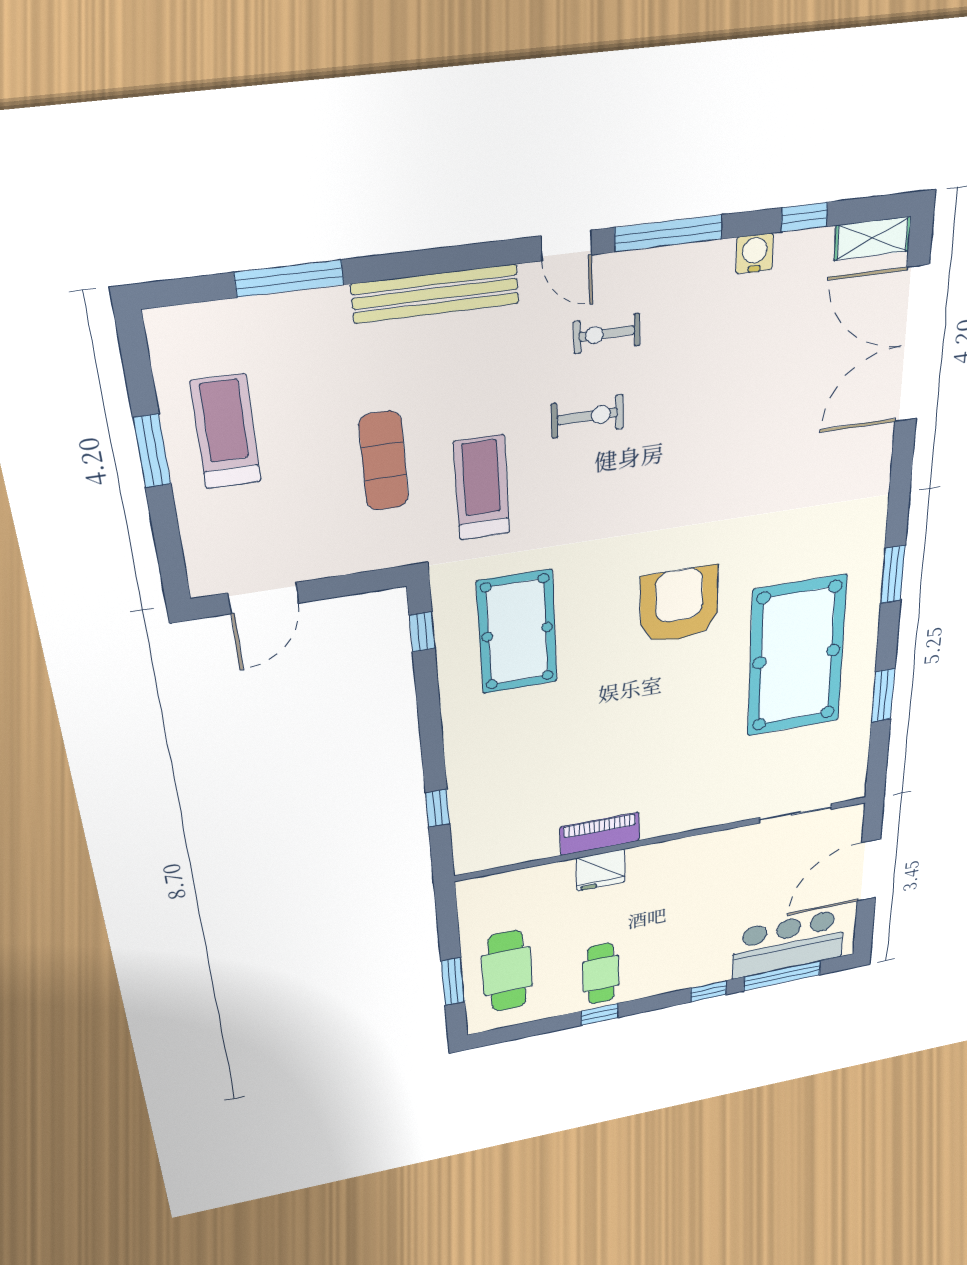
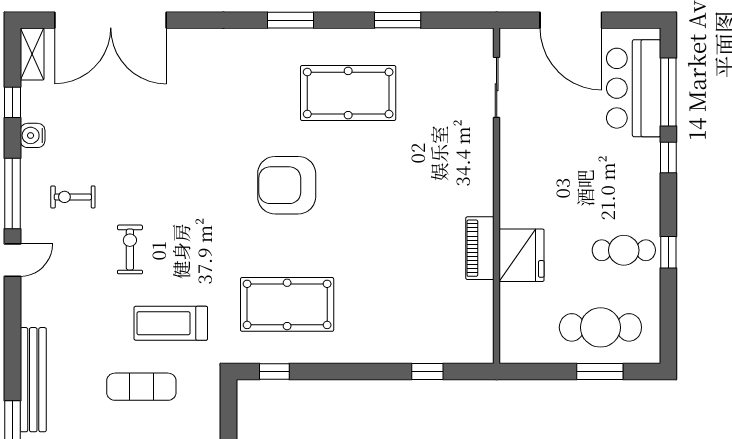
bench: (436, 294) -> (33, 380), moved
exercise bike: (607, 333) -> (73, 197), moved, turned 90
pool table: (797, 656) -> (348, 93), width x0.73, depth x0.76
fridge: (601, 870) -> (522, 255), width x1.36, depth x1.34

